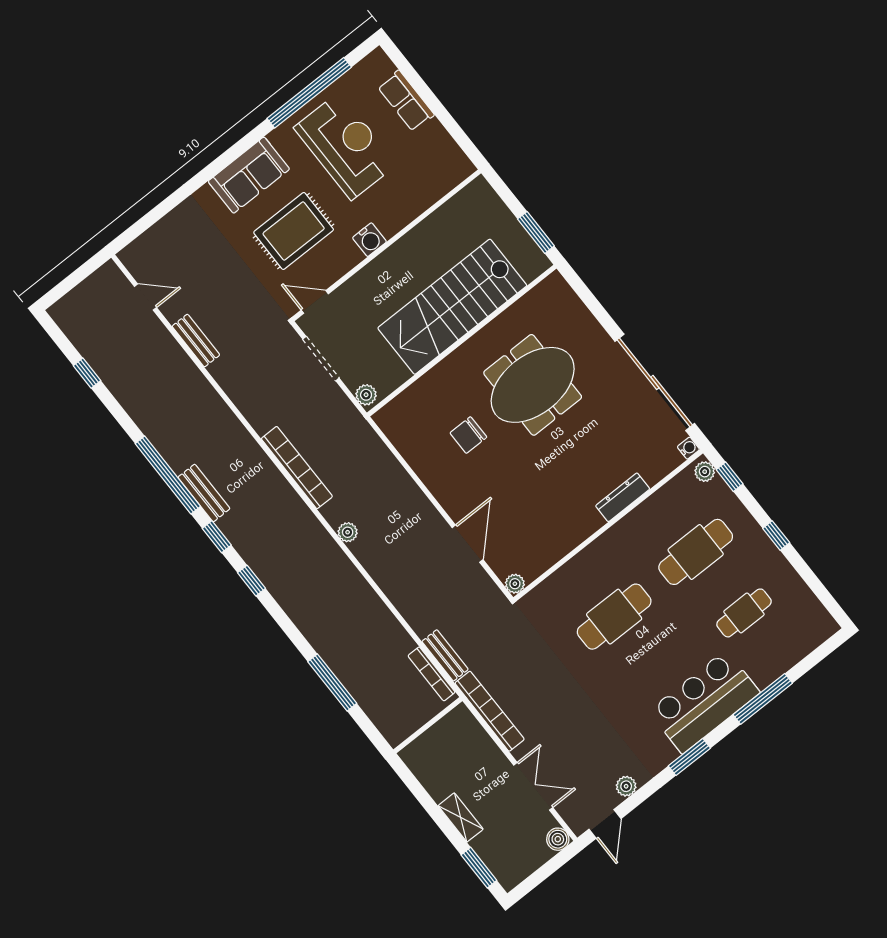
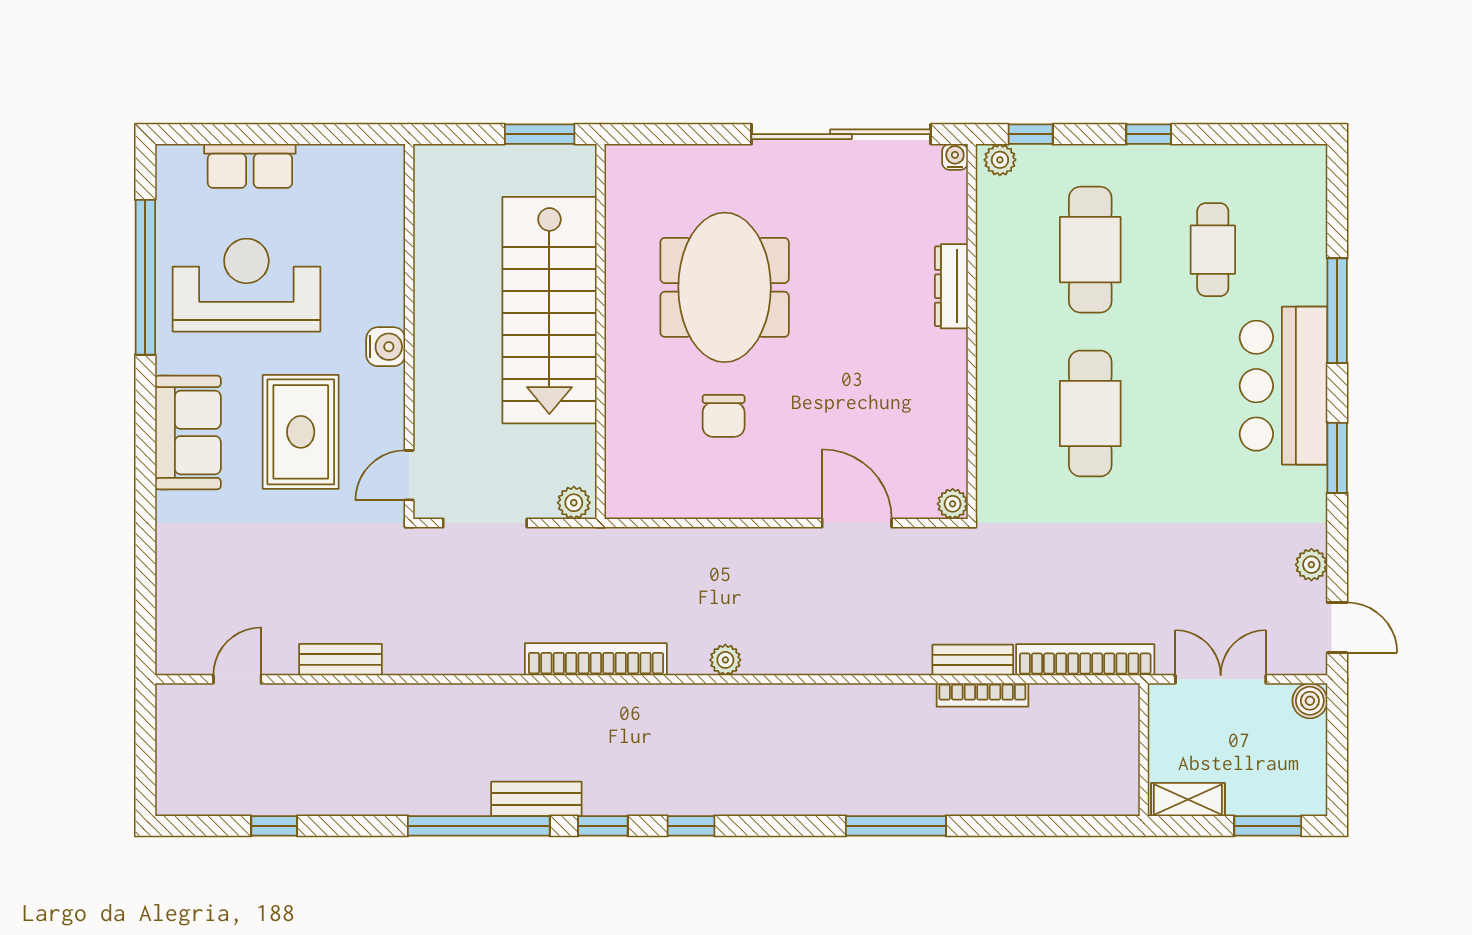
wall: (428, 725) -> (1144, 750), moved

